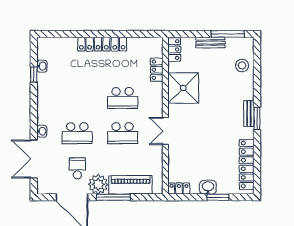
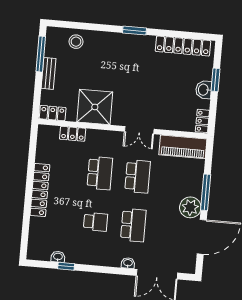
bench: (249, 113) -> (128, 39), removed
school desk: (77, 168) -> (96, 222), moved, turned 180
piano: (131, 185) -> (183, 147), moved, turned -90

